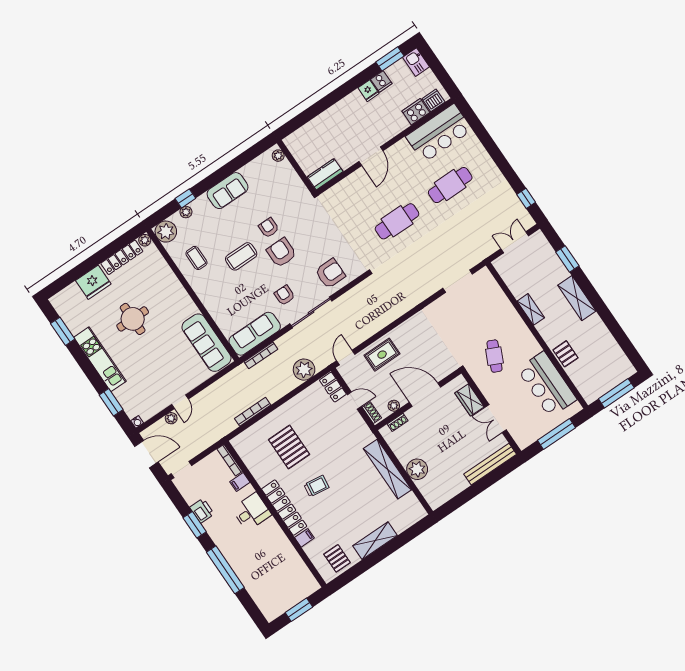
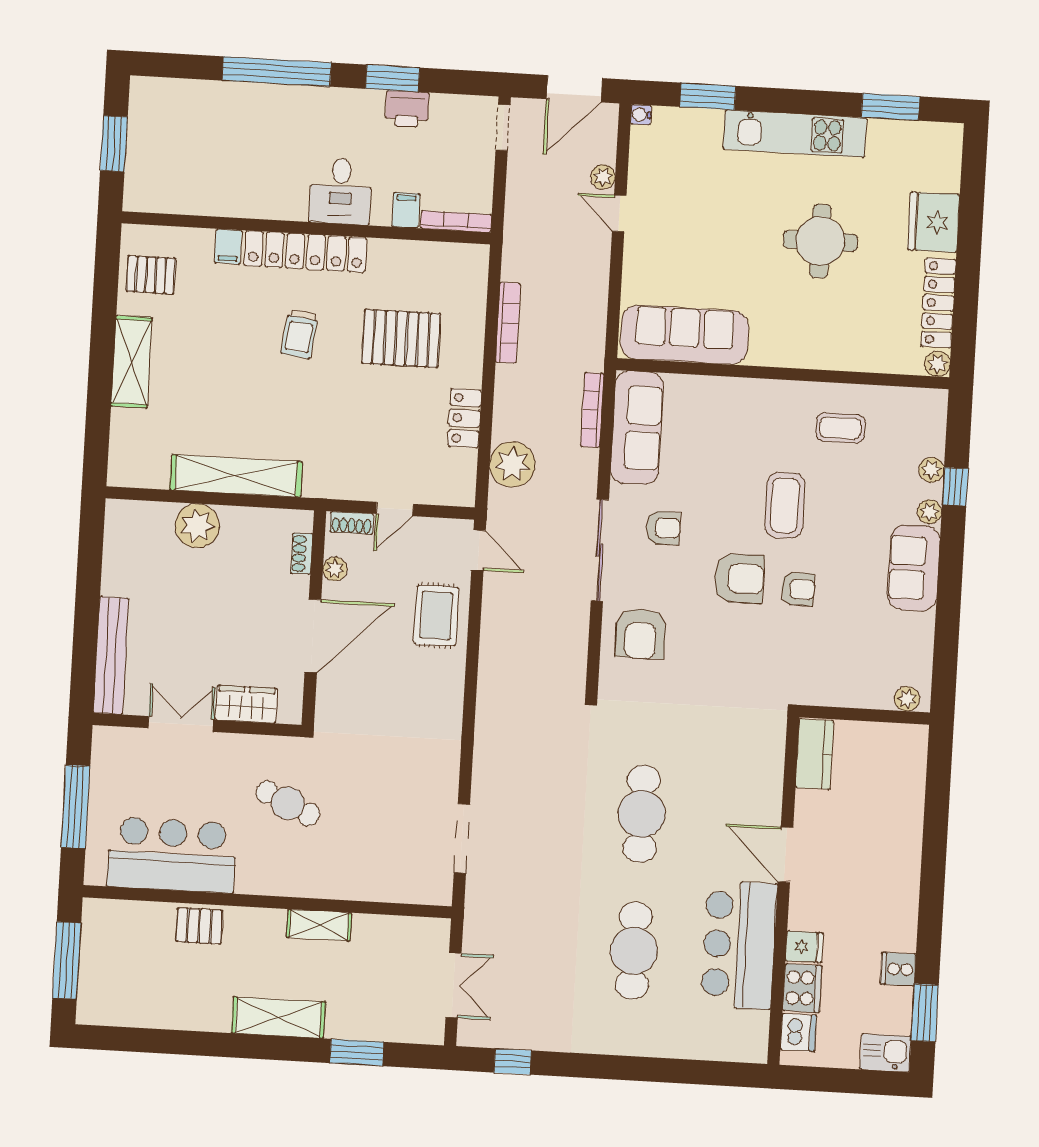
fridge: (368, 91) -> (804, 947), moved, turned 180
bar counter: (439, 133) -> (739, 945), moved
plant: (166, 232) -> (930, 512), moved, width x0.53, depth x0.53
locker: (333, 387) -> (465, 418), moved, turned -90

